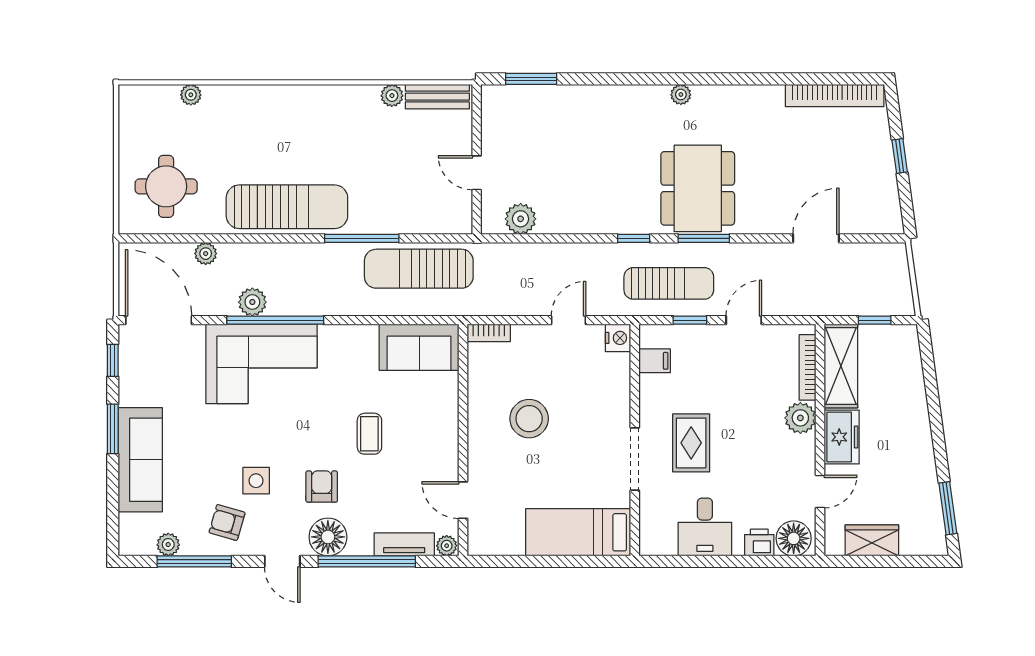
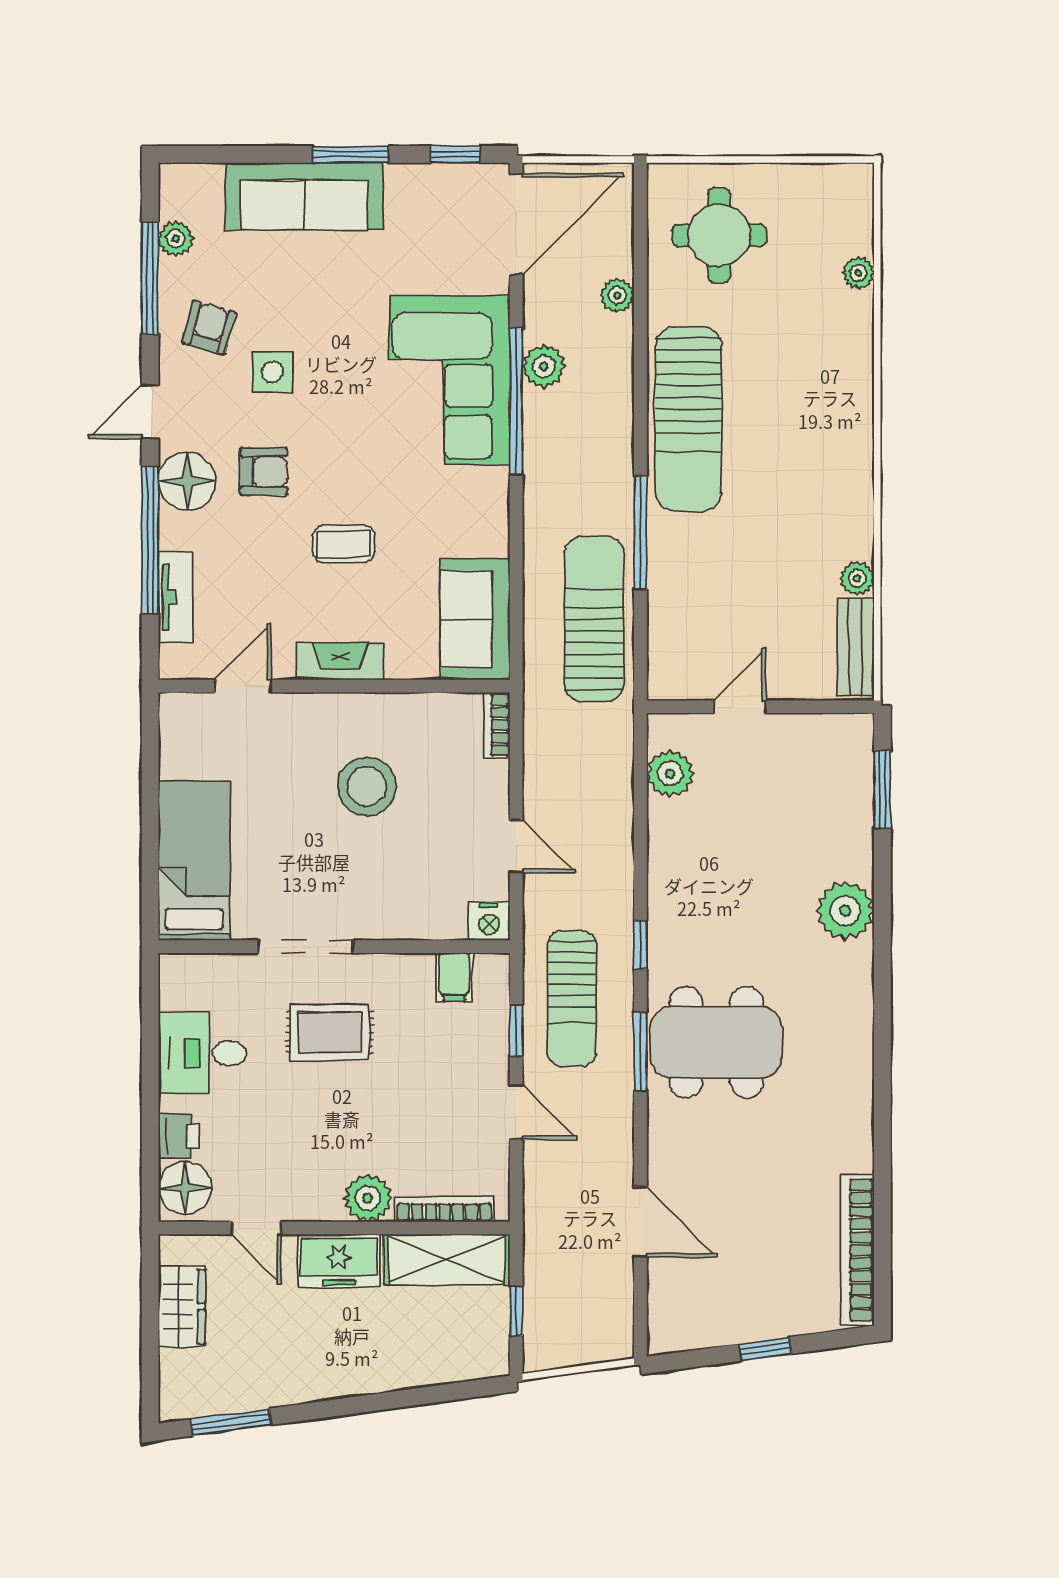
plant: (681, 95) -> (845, 911), moved, width x1.87, depth x1.87
fireplace: (447, 436) -> (341, 661), added
plant: (447, 546) -> (174, 661), removed

